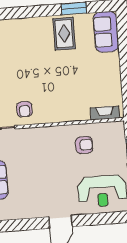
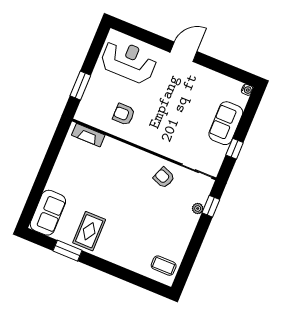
armchair: (24, 109) -> (164, 178), turned -68

